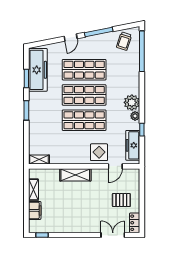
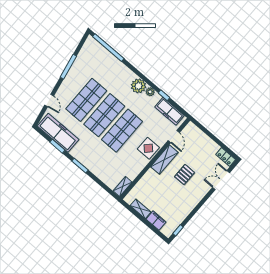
door: (71, 38) -> (49, 101), moved
trolley: (124, 41) -> (90, 54), removed
display table: (99, 152) -> (148, 148), moved
shelving: (75, 175) -> (164, 160), moved
pallet: (121, 200) -> (184, 175), moved

